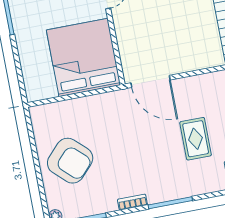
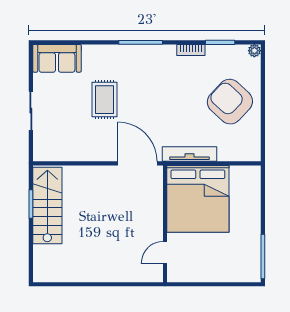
tv unit: (100, 101) -> (189, 154), added
bookcase: (132, 202) -> (191, 50), moved

